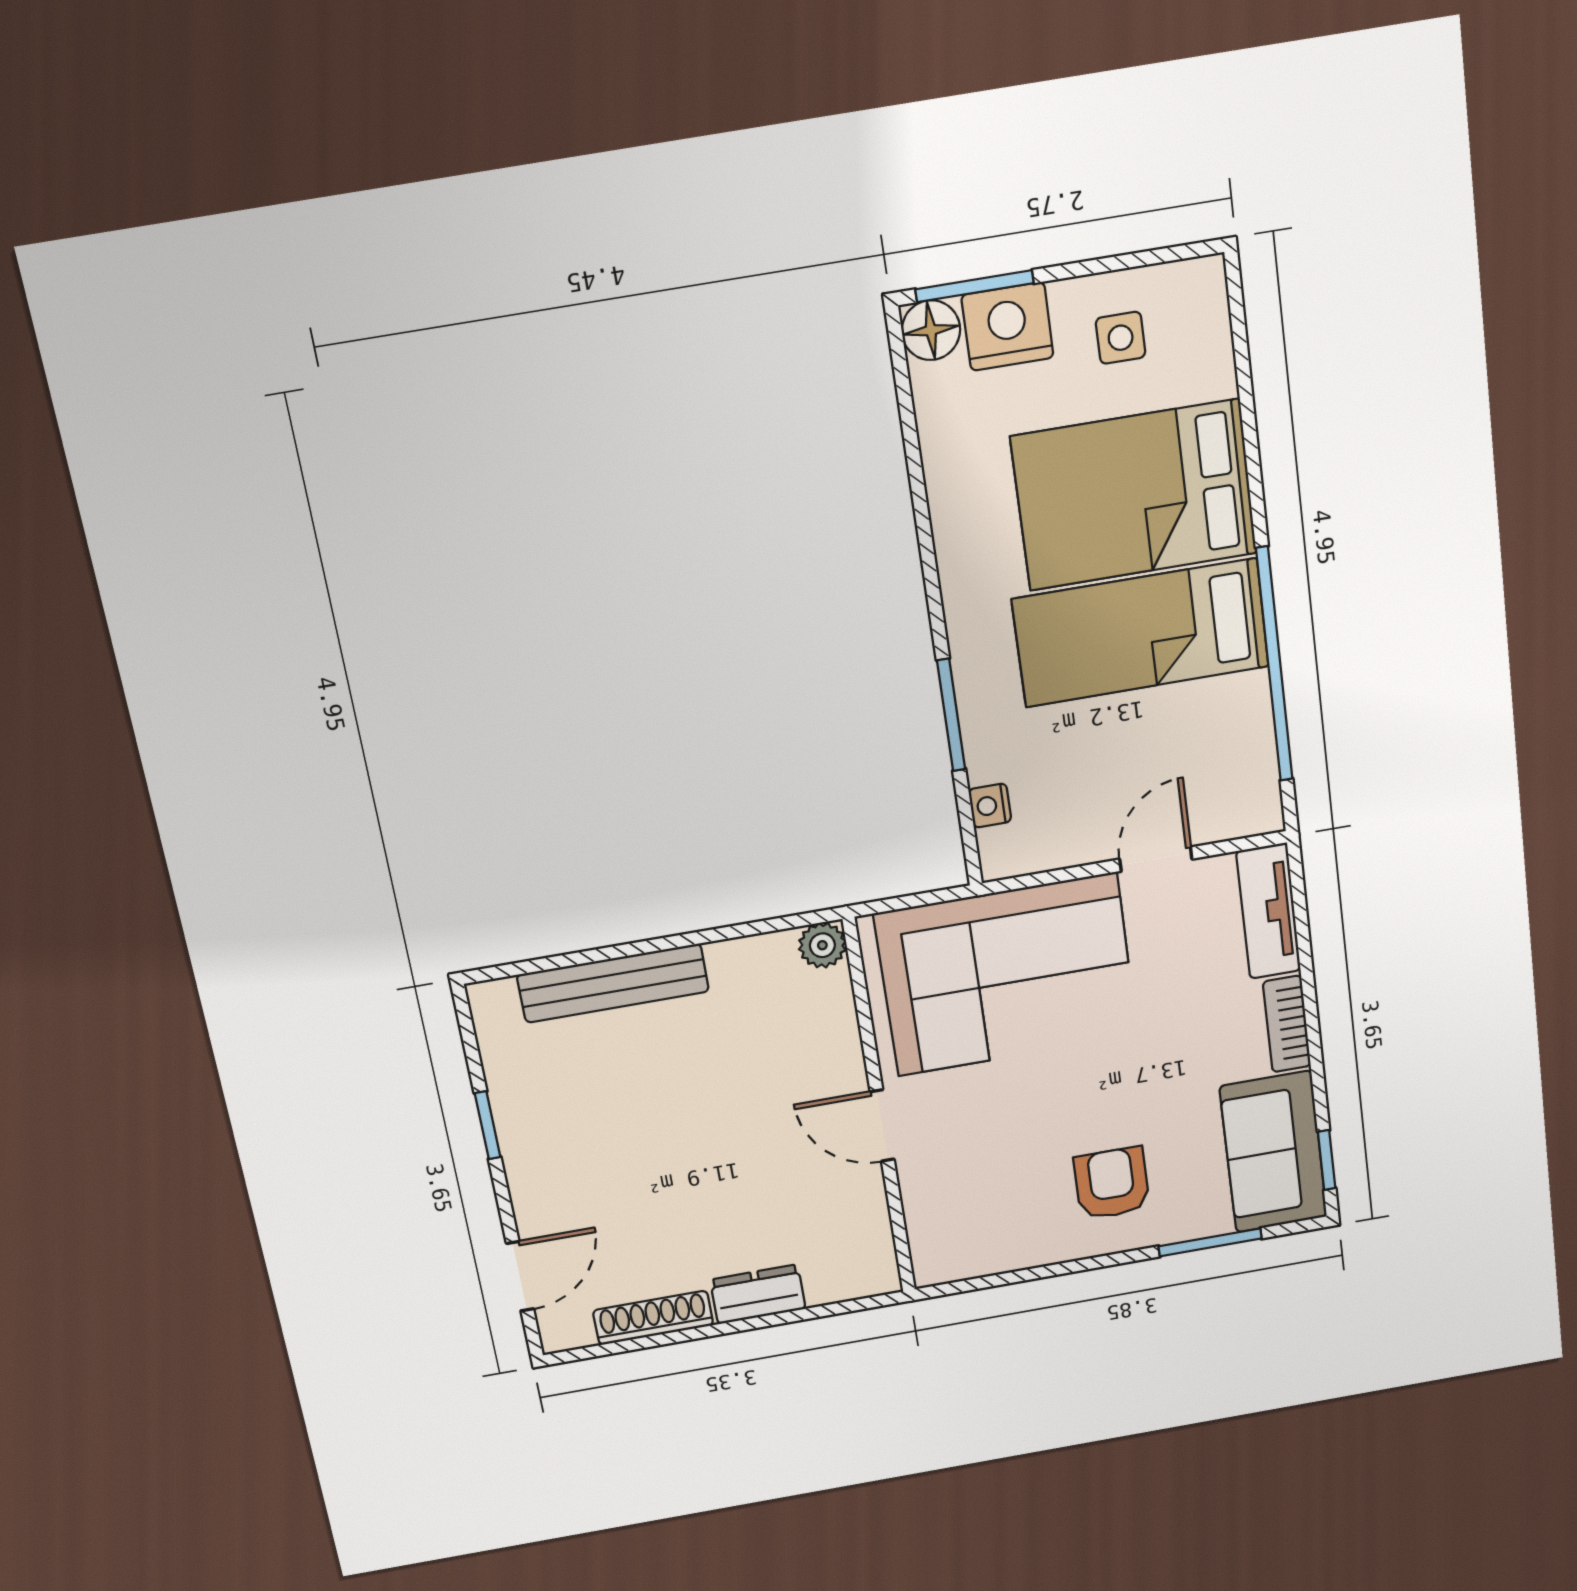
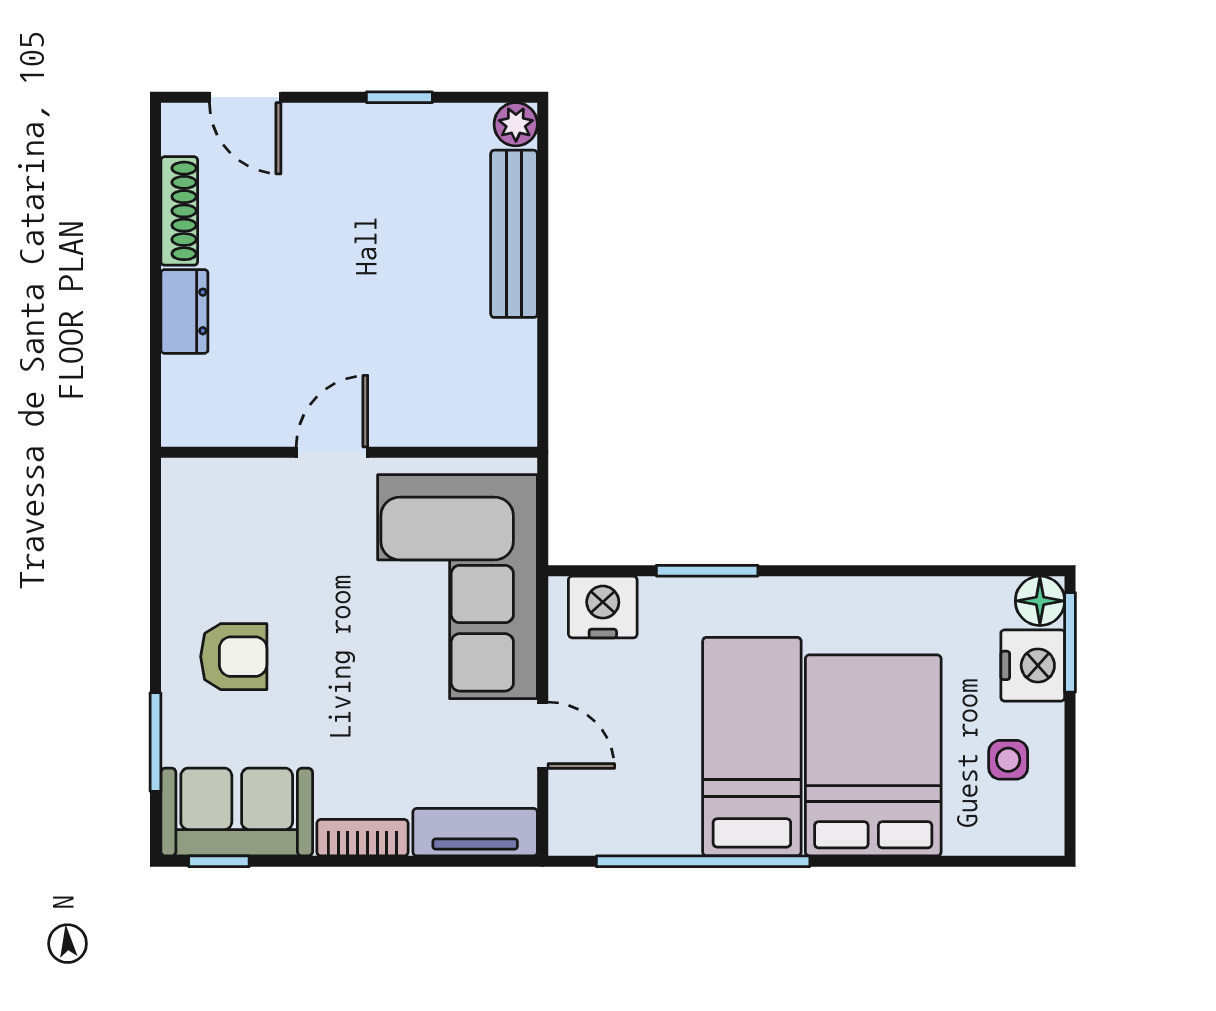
nightstand: (990, 806) -> (603, 607), width x1.89, depth x1.79
plant: (822, 945) -> (516, 124), moved

